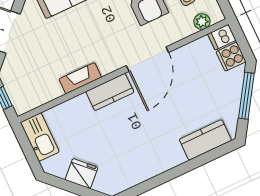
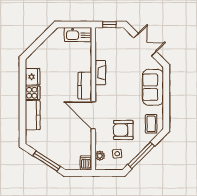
cooker: (231, 57) -> (33, 93), moved, turned 90
kitchen counter: (205, 140) -> (33, 115), moved
fridge: (81, 174) -> (33, 77), moved, turned -45

